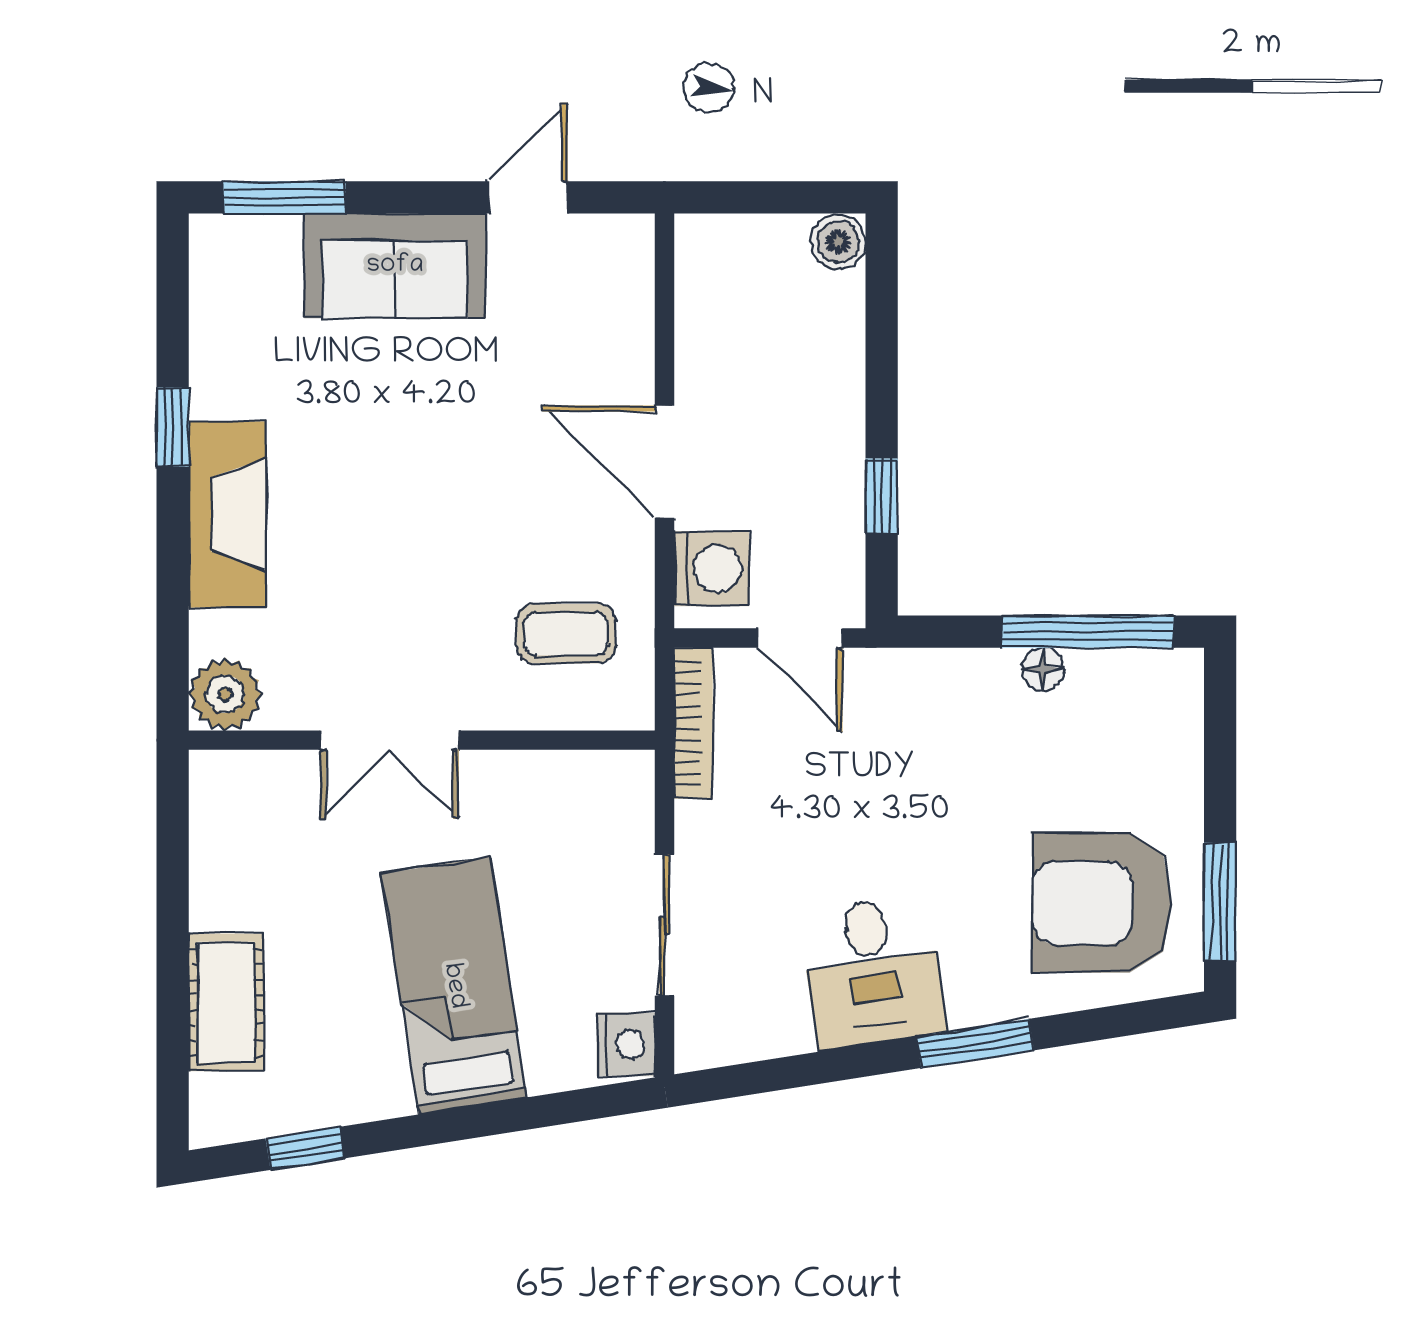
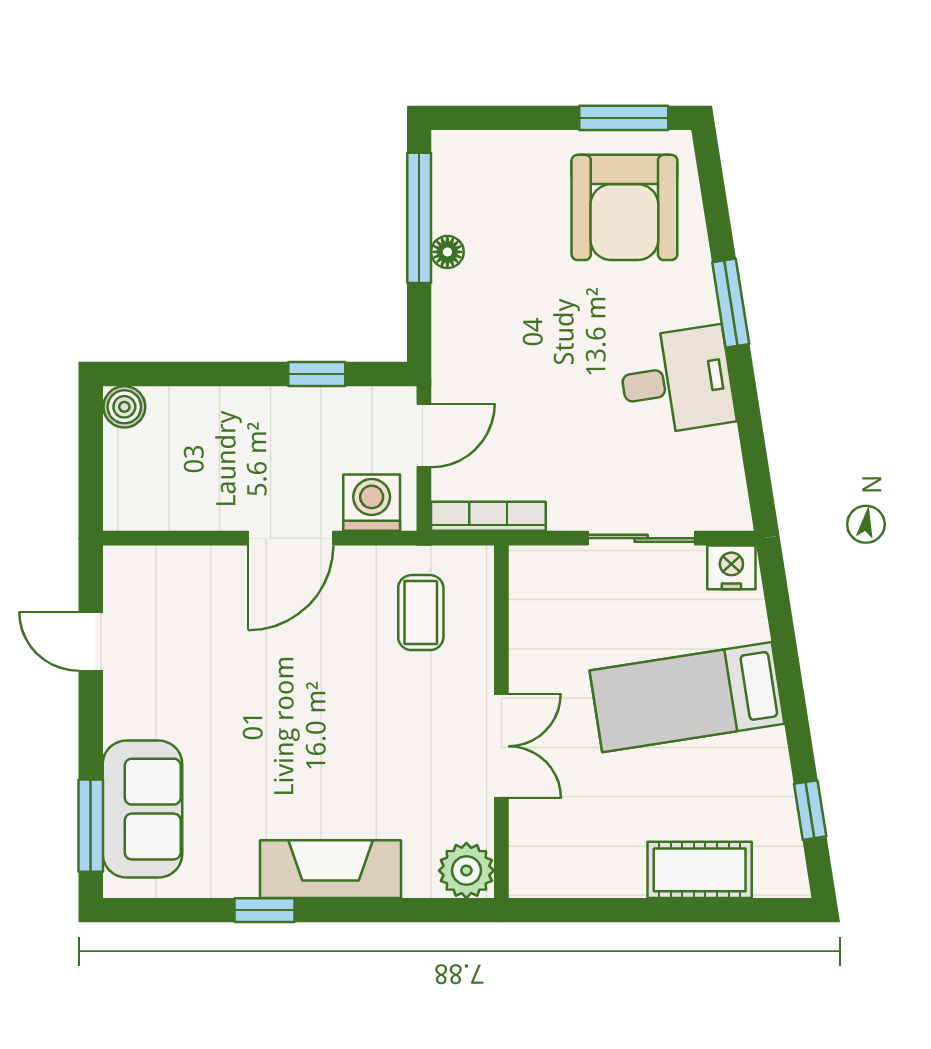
sofa: (395, 266) -> (142, 809), moved

